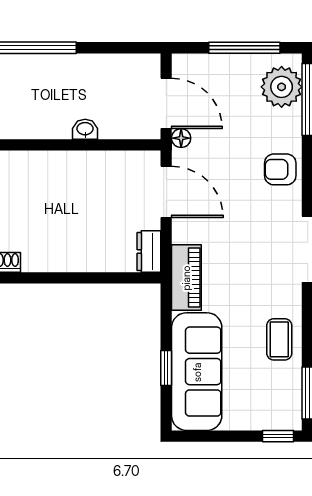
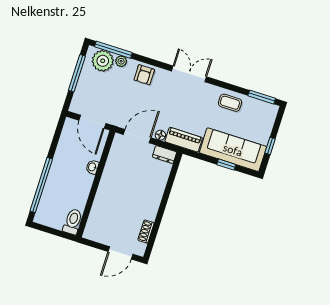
door: (166, 103) -> (92, 122), swing flipped
plant: (291, 120) -> (121, 61), added
floor lamp: (181, 138) -> (160, 135), moved
window: (278, 436) -> (270, 146), moved

